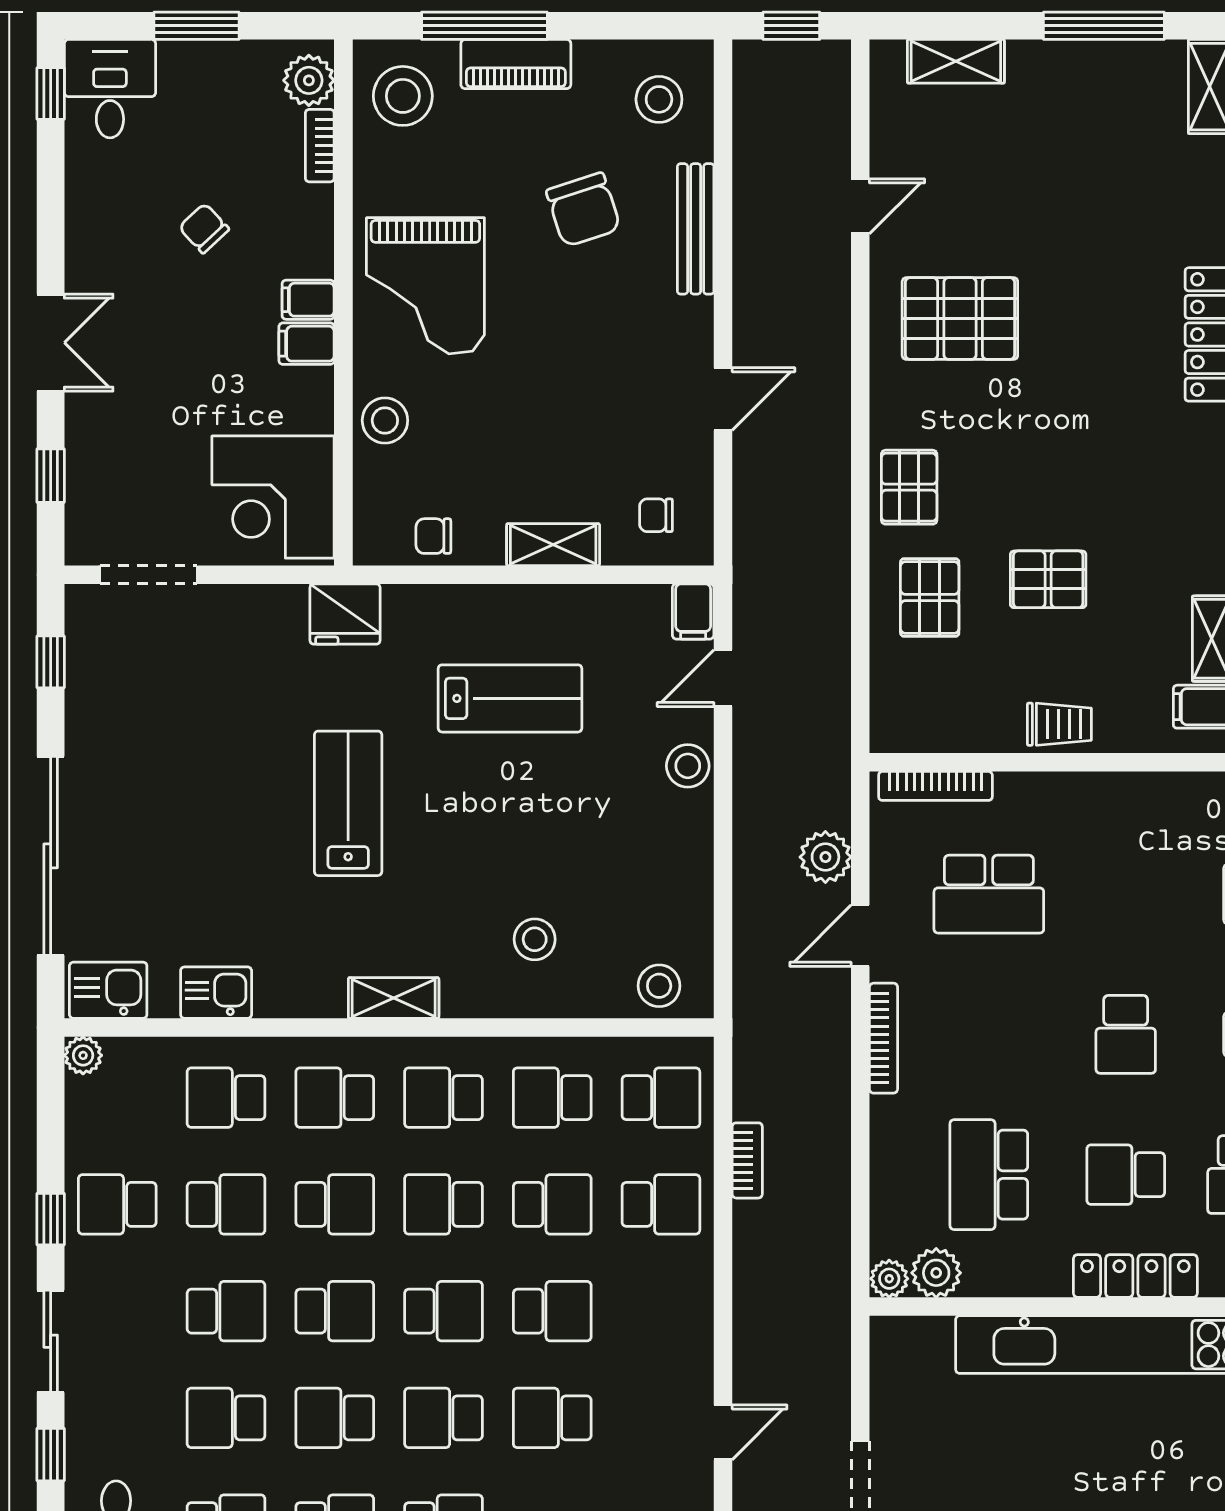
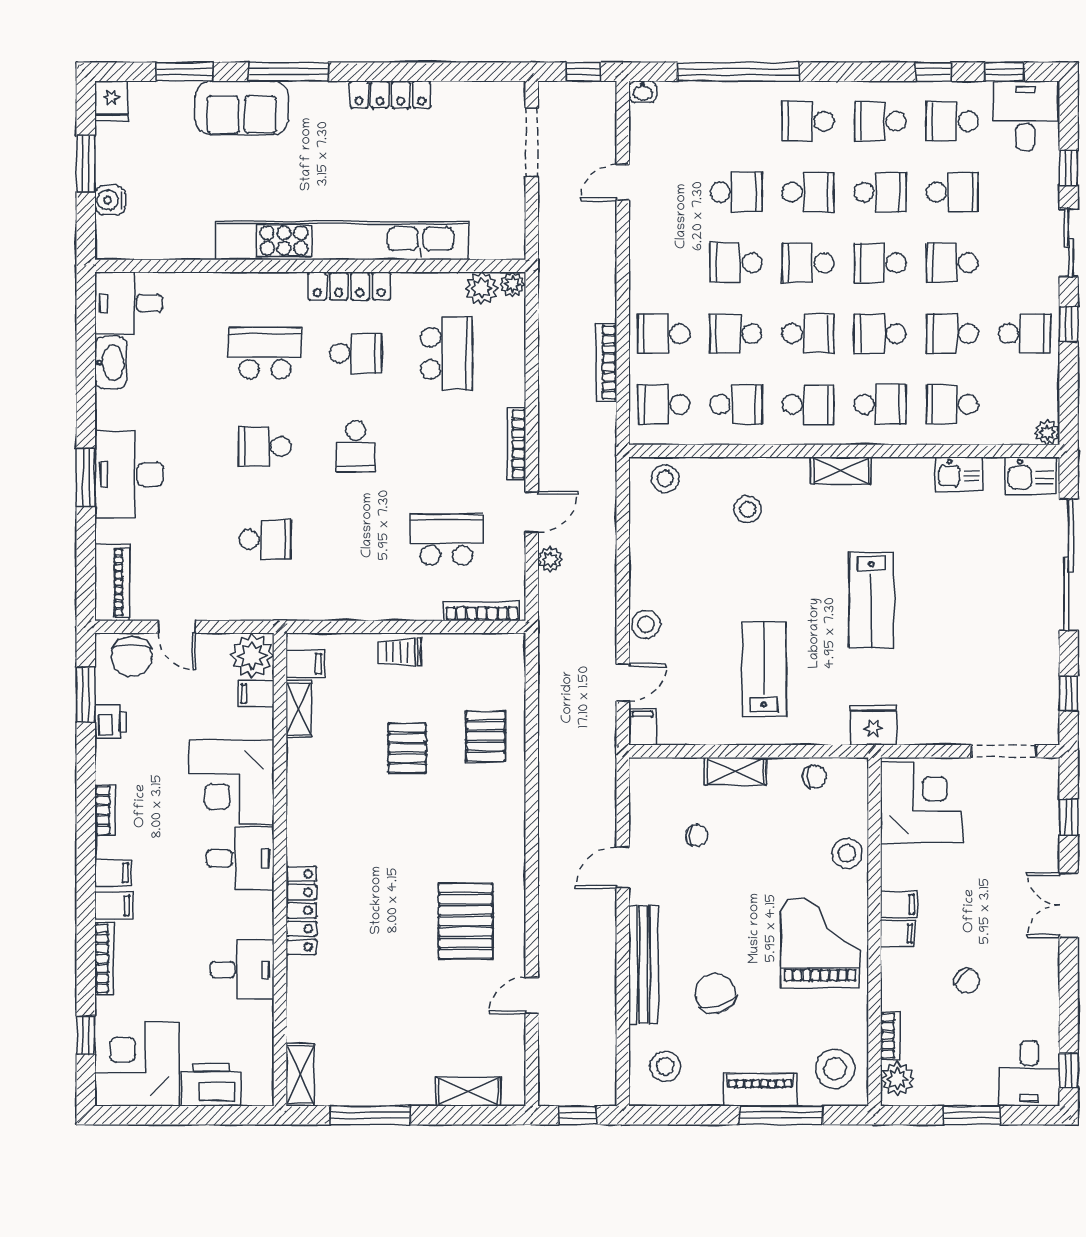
bench: (696, 229) -> (643, 965), width x1.37, depth x1.21
pallet: (960, 319) -> (466, 921), turned 90
pallet: (909, 487) -> (499, 809), removed
chair: (656, 515) -> (697, 835), moved
pallet: (1048, 579) -> (407, 748), turned 90
lab bench: (510, 698) -> (764, 669), turned 90
plant: (825, 857) -> (550, 559), width x0.73, depth x0.73
school desk: (1126, 1034) -> (356, 446), turned 180
school desk: (226, 1098) -> (952, 404), turned 180
bookcase: (747, 1160) -> (607, 363), width x1.56

